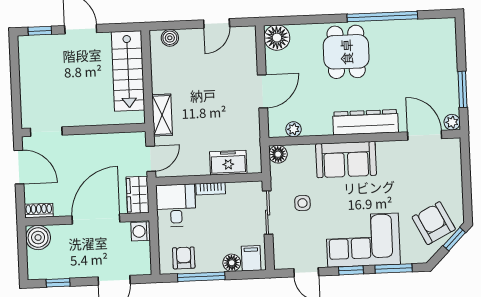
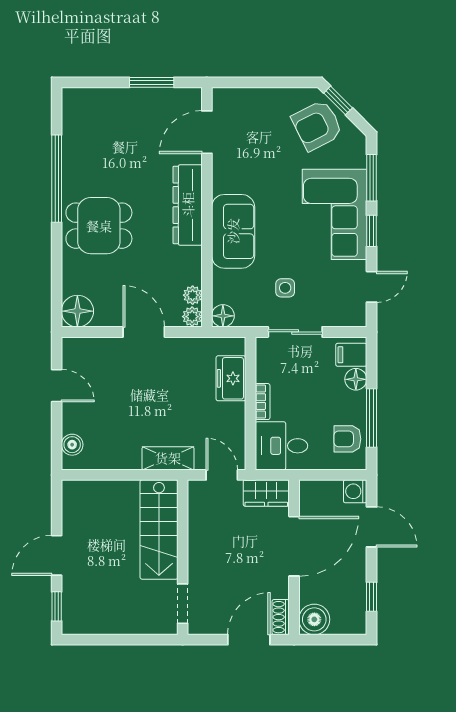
stairs: (128, 71) -> (159, 530), moved, turned 90
plant: (452, 122) -> (192, 317), moved
door: (19, 167) -> (249, 640), moved
door: (96, 219) -> (294, 546), swing flipped
washing machine: (141, 231) -> (355, 491), moved, turned 90

